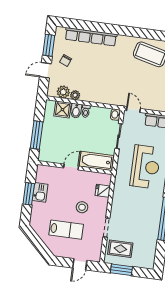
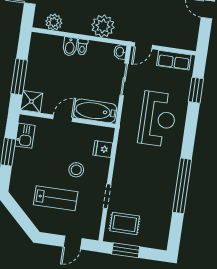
plant: (75, 95) -> (103, 26), moved, width x1.87, depth x1.87
shower: (62, 110) -> (31, 102), moved
door: (133, 110) -> (143, 46), swing flipped
kitchen sink: (40, 192) -> (25, 136), moved

